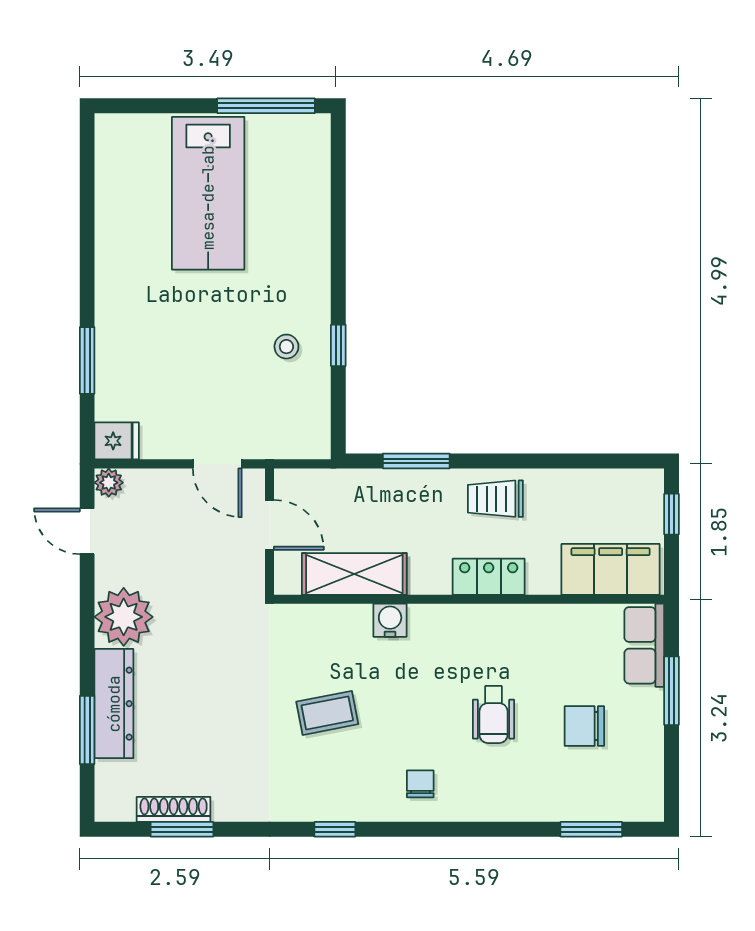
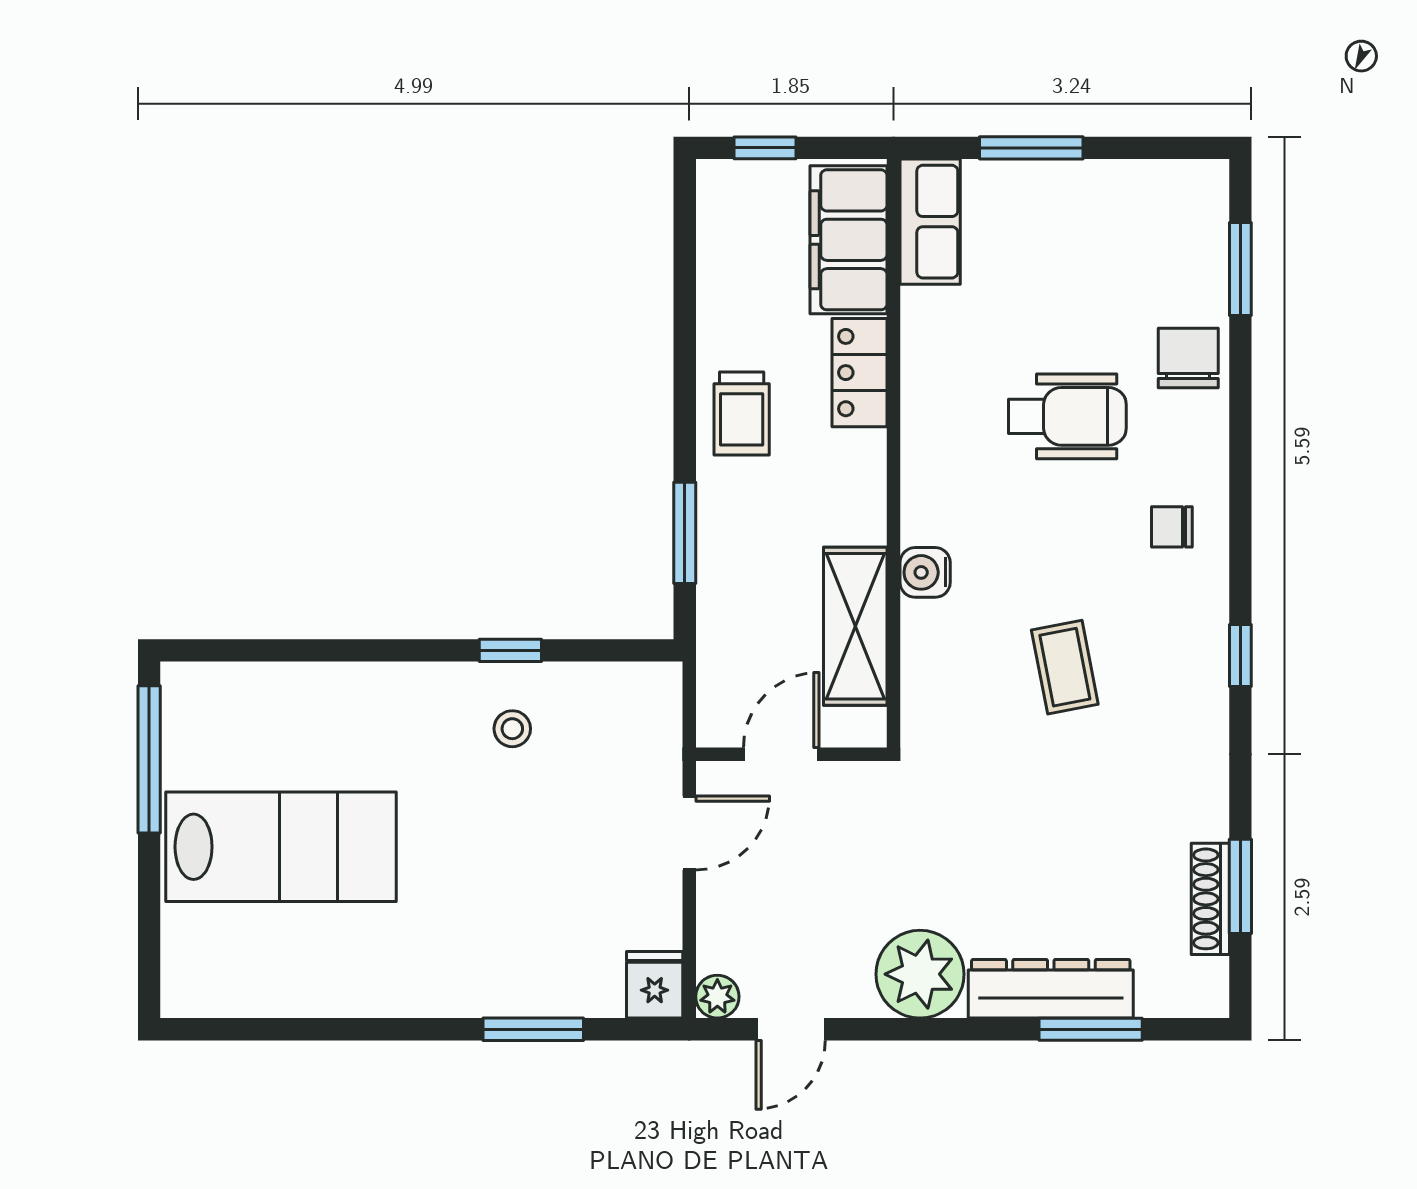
locker: (489, 577) -> (859, 373), moved
row of seats: (644, 645) -> (930, 222), moved, turned -90
wheelchair: (493, 715) -> (1067, 416), width x1.36, depth x1.37
chair: (584, 726) -> (1188, 358), moved, turned 180

